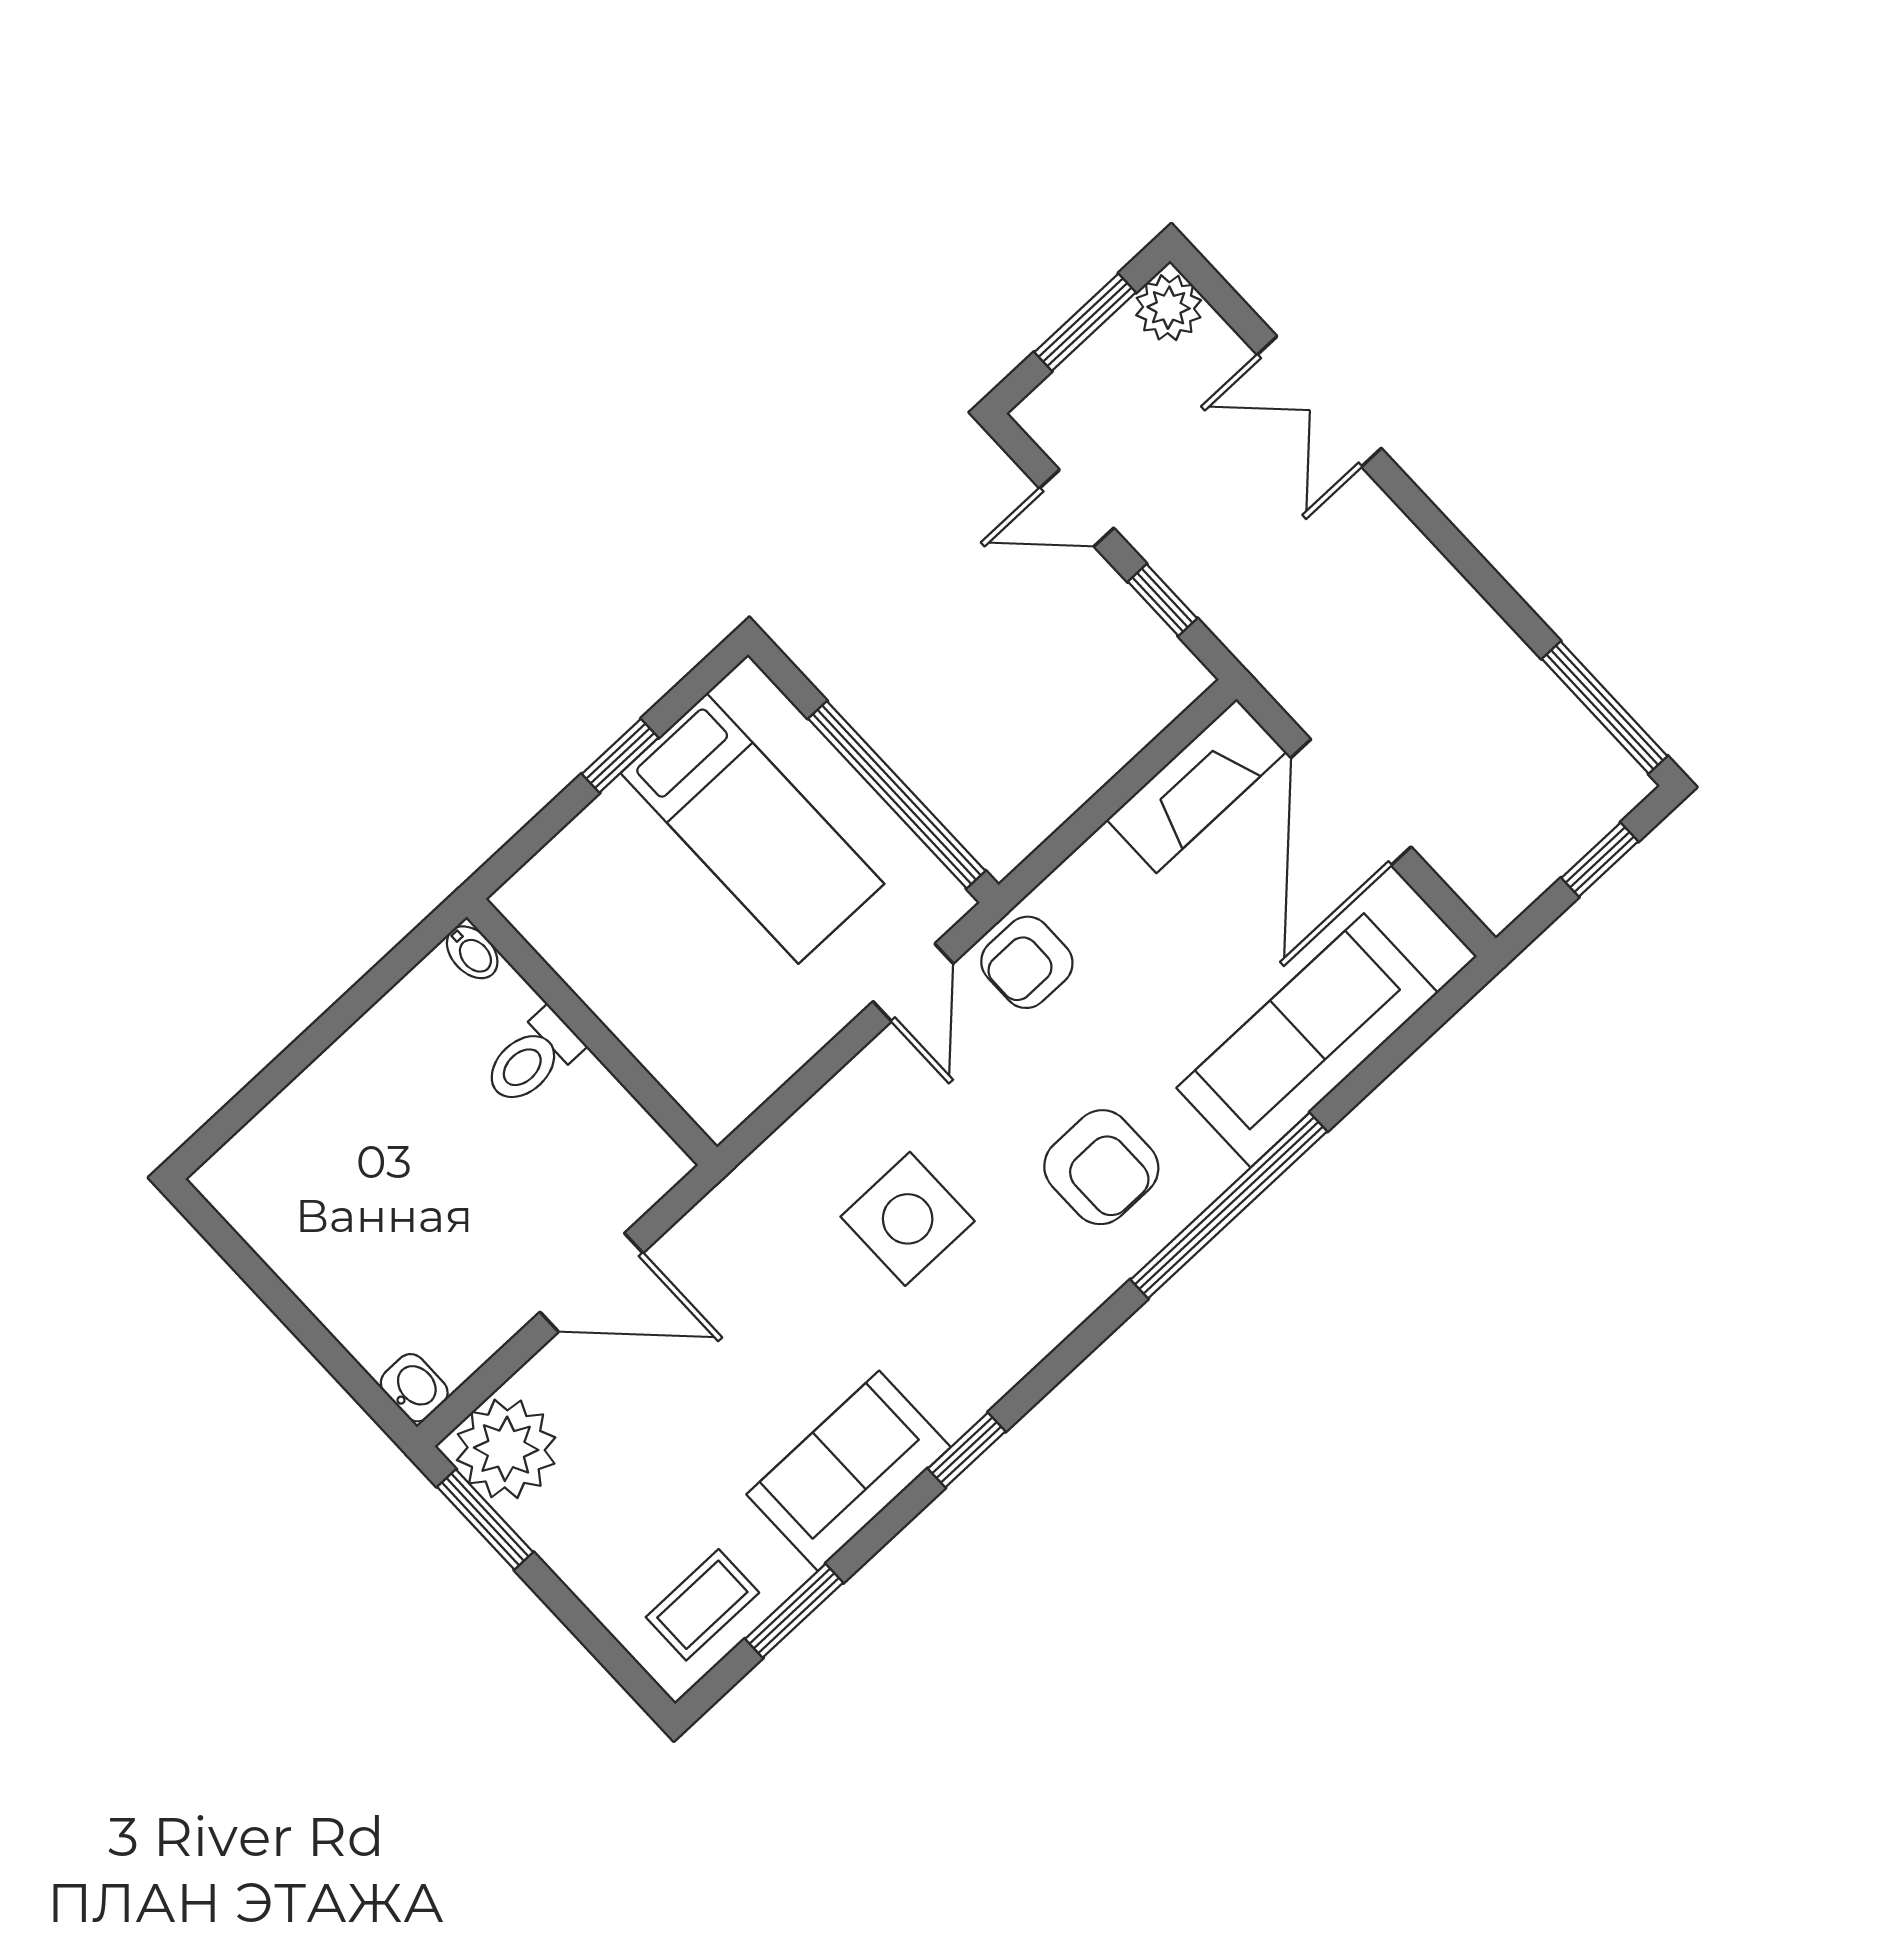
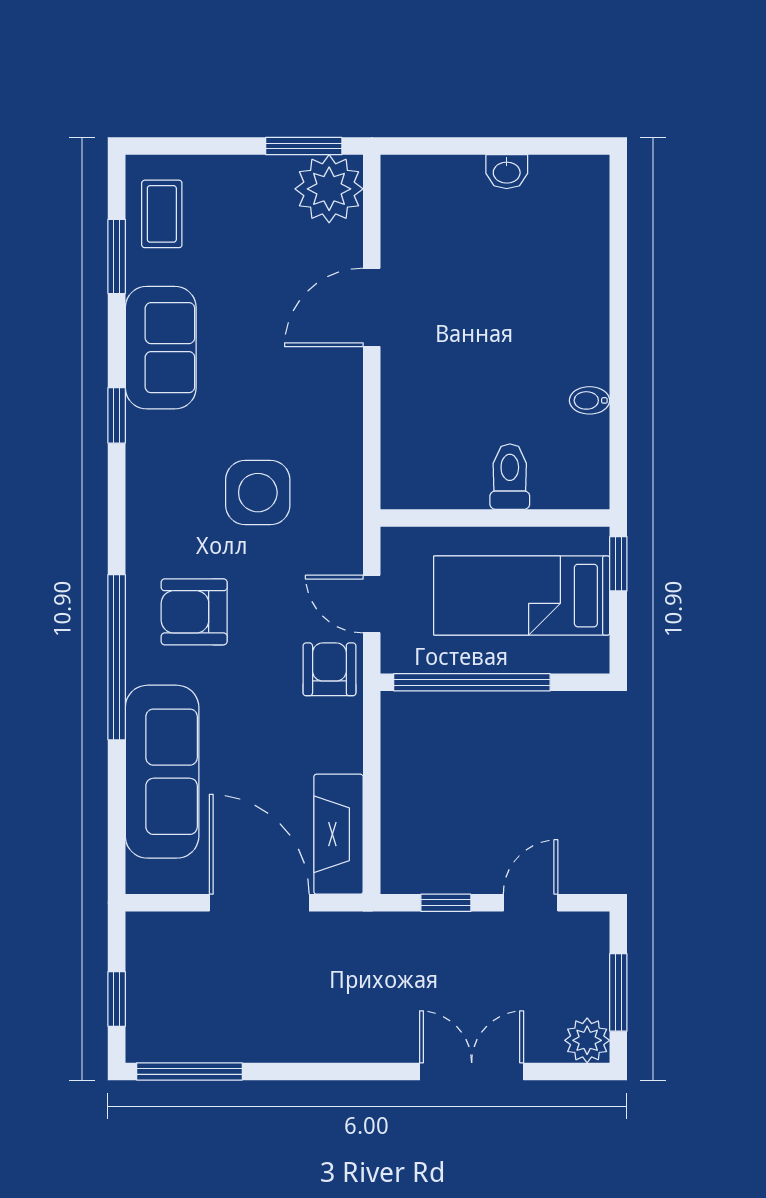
wall: (592, 1032) -> (495, 518), moved
toilet: (532, 1058) -> (510, 477), moved
washbasin: (414, 1388) -> (507, 172), moved

